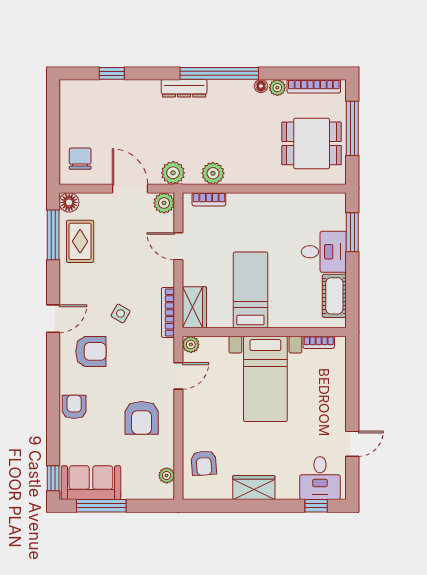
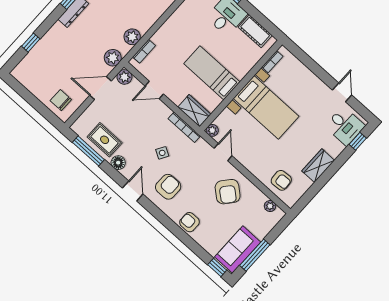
floor lamp: (69, 202) -> (118, 163), moved
armchair: (142, 418) -> (228, 192), turned 40

